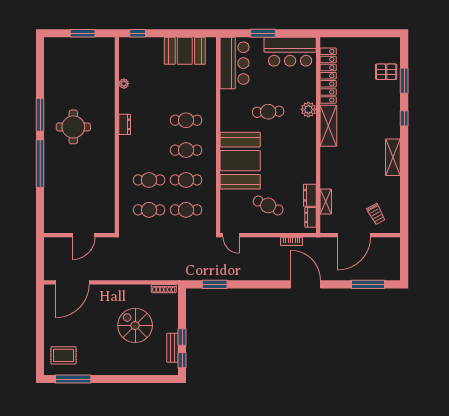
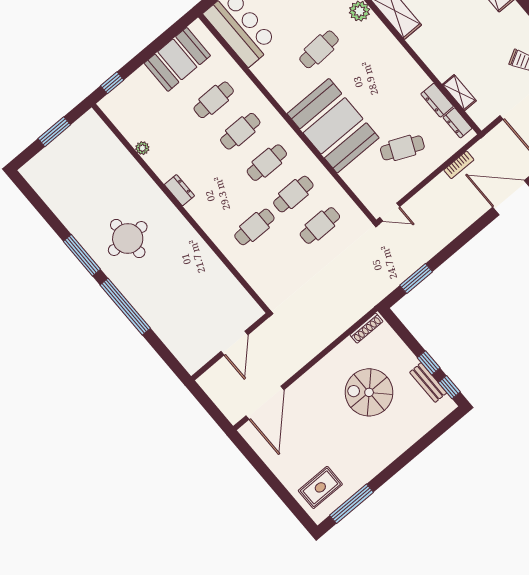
cafe table: (149, 210) -> (214, 100), moved

